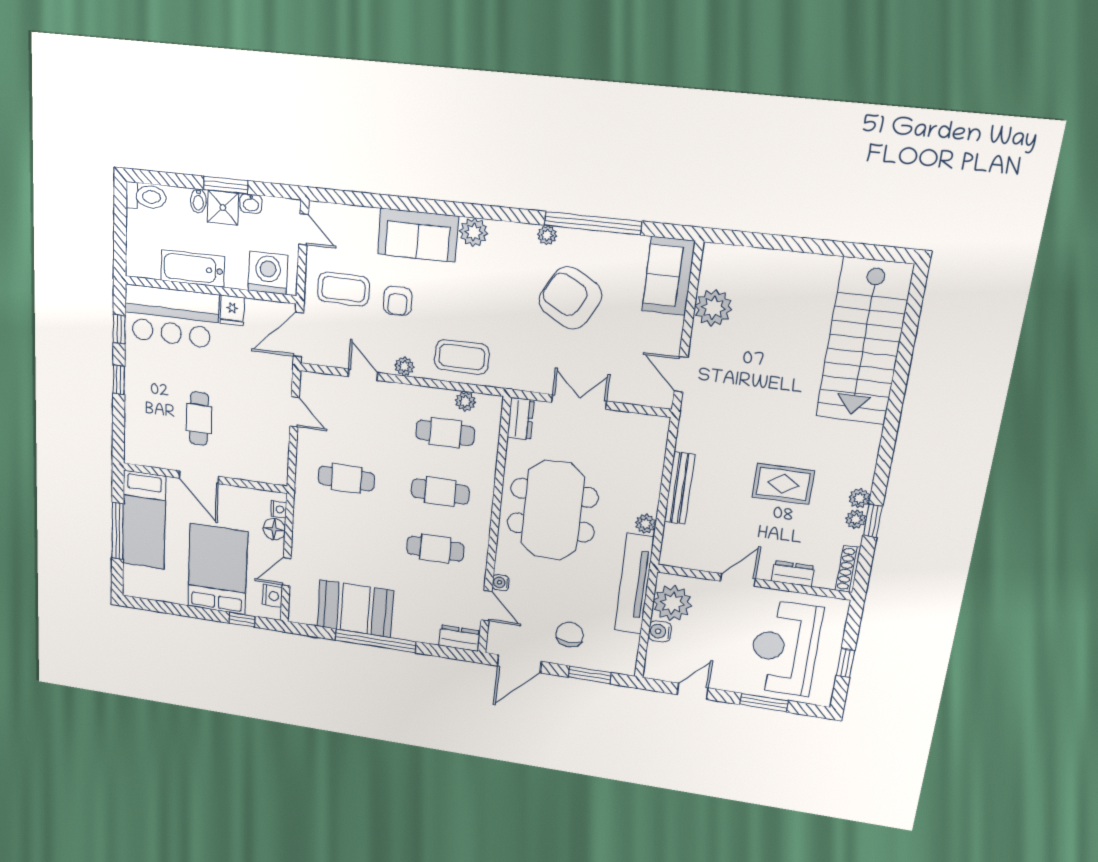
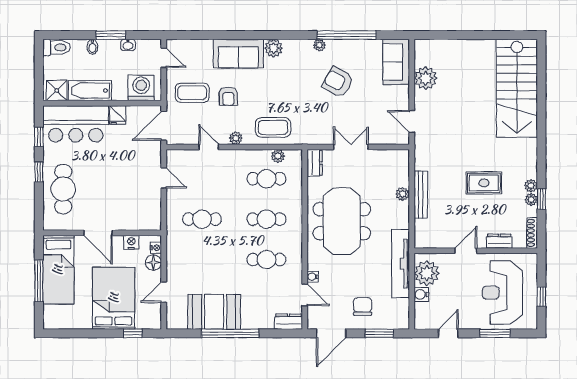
shower: (223, 208) -> (57, 90), moved
armchair: (570, 298) -> (338, 82), width x0.73, depth x0.73
cafe table: (199, 419) -> (63, 189), moved, width x1.37, depth x1.35
plant: (646, 524) -> (403, 194), moved
nightstand: (272, 596) -> (131, 242), moved, turned -90

